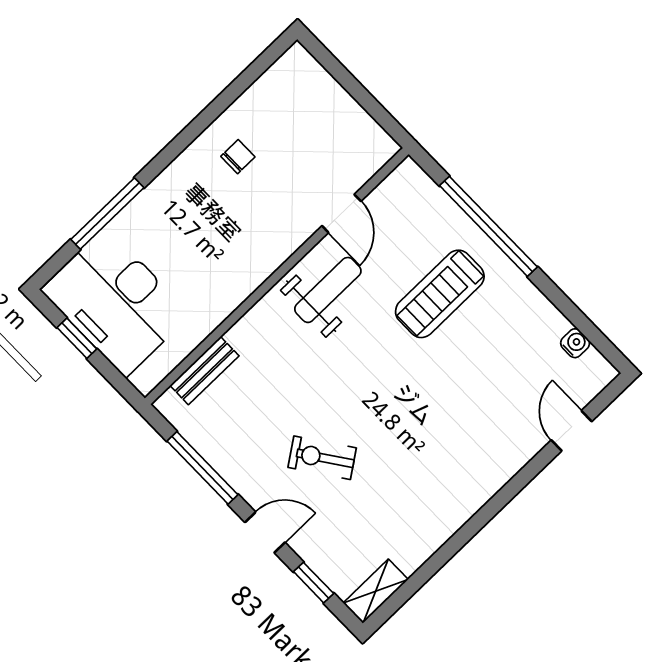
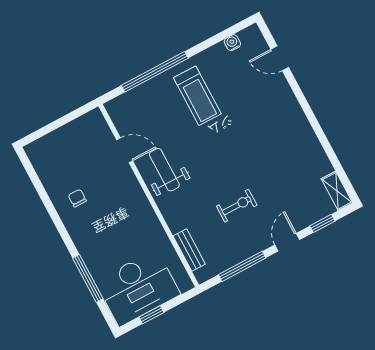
treadmill: (440, 294) -> (197, 96), moved
exercise bike: (322, 458) -> (237, 206), moved, turned -145

